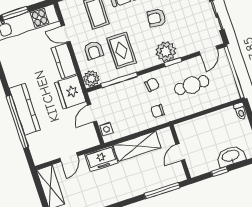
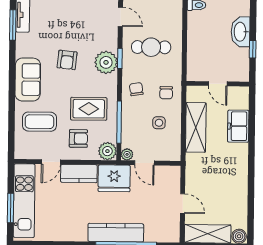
cafe table: (192, 85) -> (151, 47), turned 90
plant: (94, 96) -> (127, 154), added
side table: (107, 129) -> (159, 123), moved
freezer: (101, 158) -> (238, 126), moved, turned 180
window: (162, 191) -> (252, 117), removed

